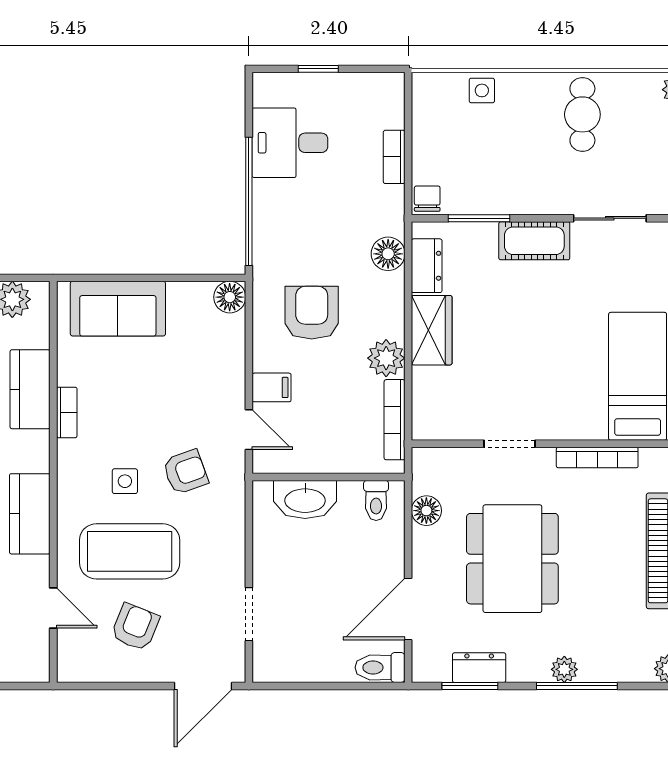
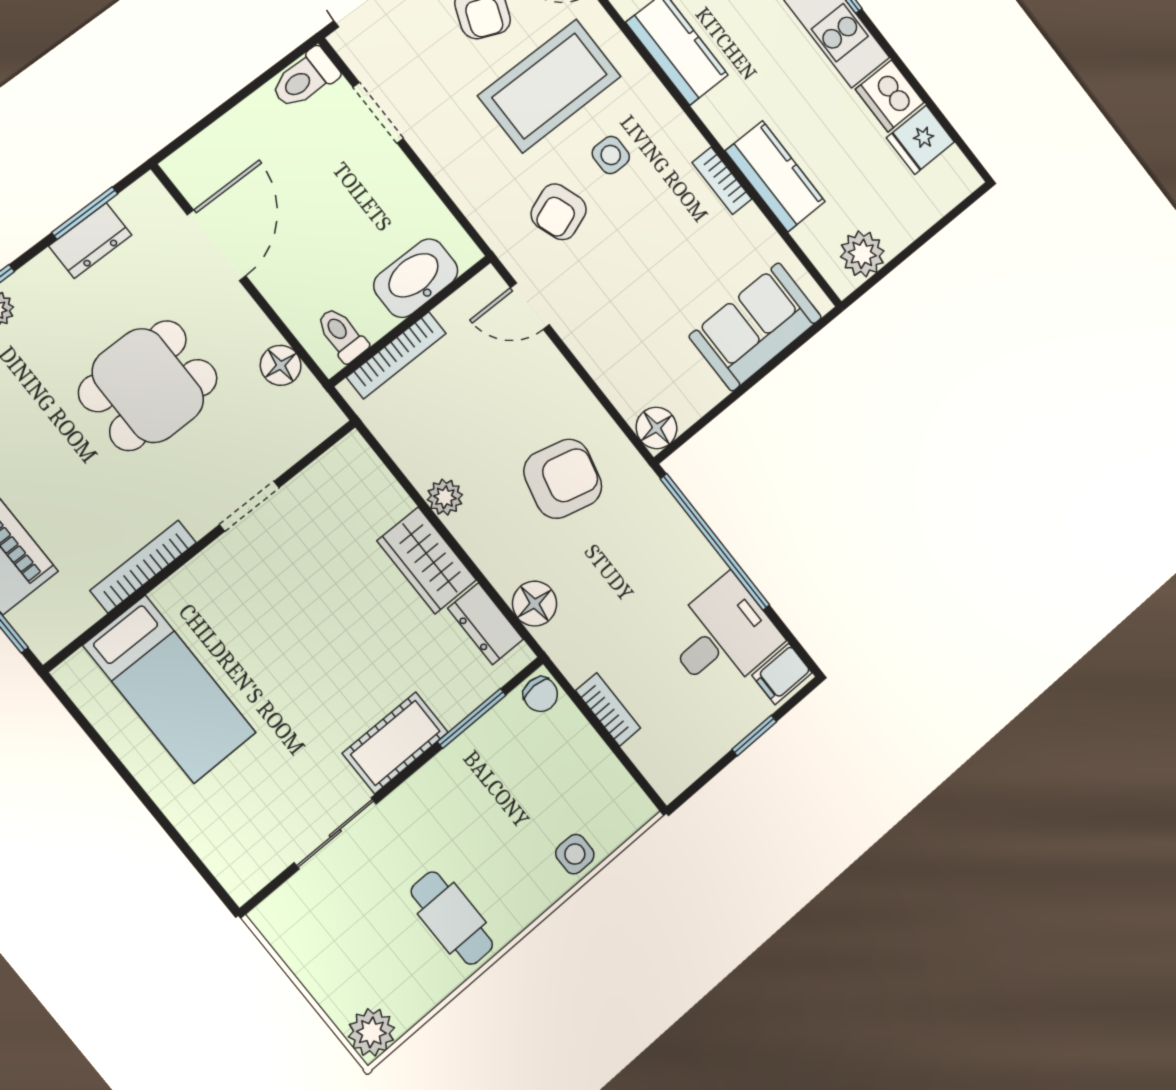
armchair: (312, 313) -> (563, 479), turned -76
plant: (386, 358) -> (445, 497), width x0.73, depth x0.73
filing cabinet: (272, 387) -> (782, 674), moved
bookcase: (395, 420) -> (396, 355), moved, turned 90
dining table: (512, 559) -> (148, 386), width x0.73
toilet: (380, 667) -> (305, 79), moved, turned 180

